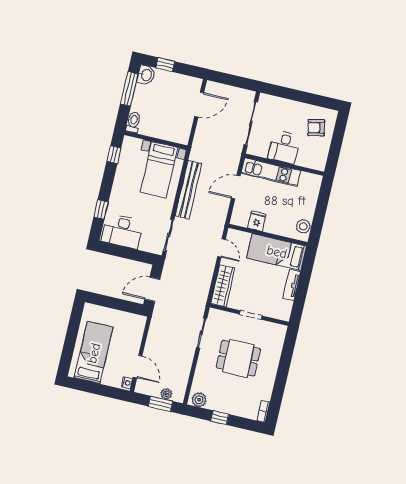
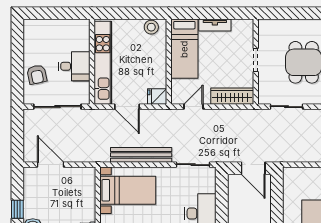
armchair: (316, 128) -> (37, 75), moved
kitchen unit: (271, 172) -> (103, 63), width x1.36
fridge: (257, 221) -> (157, 96), moved

